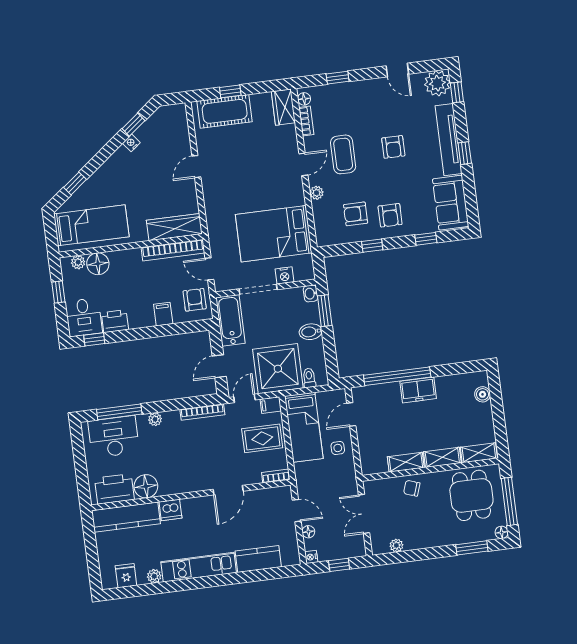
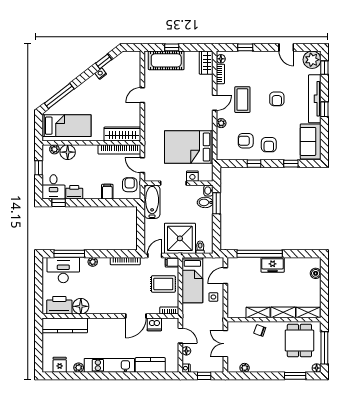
window: (75, 183) -> (59, 96), width x2.17
bidet: (311, 332) -> (205, 202), moved
door: (219, 366) -> (141, 232), removed
dishwasher: (170, 510) -> (154, 324), moved

